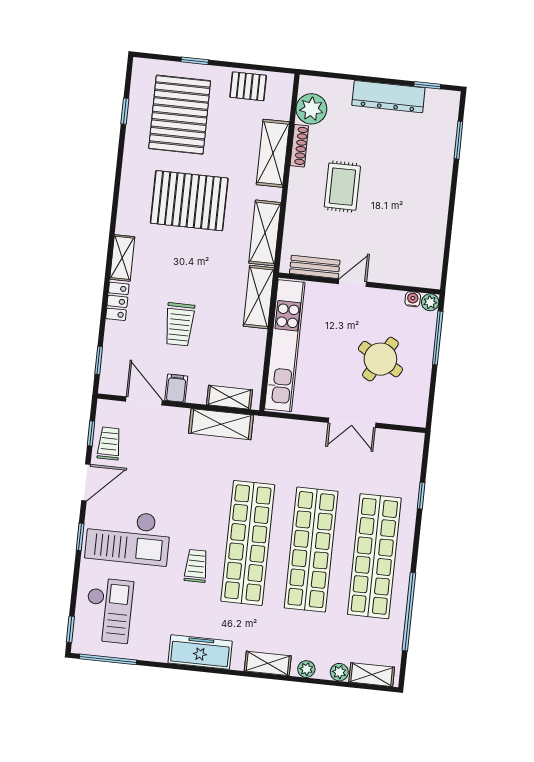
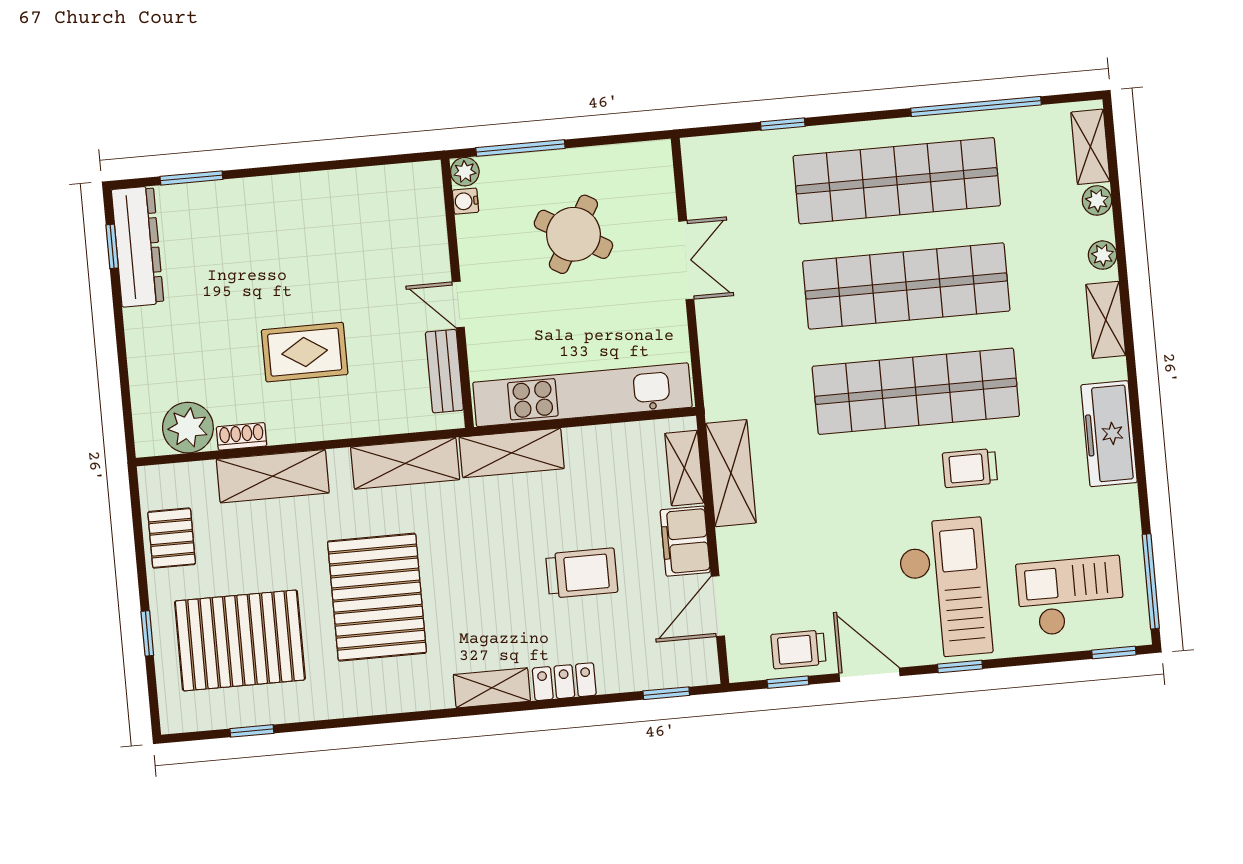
dresser: (388, 97) -> (138, 246), moved
shoe rack: (299, 146) -> (242, 436), width x0.70
filing cabinet: (176, 388) -> (685, 541), width x2.00

